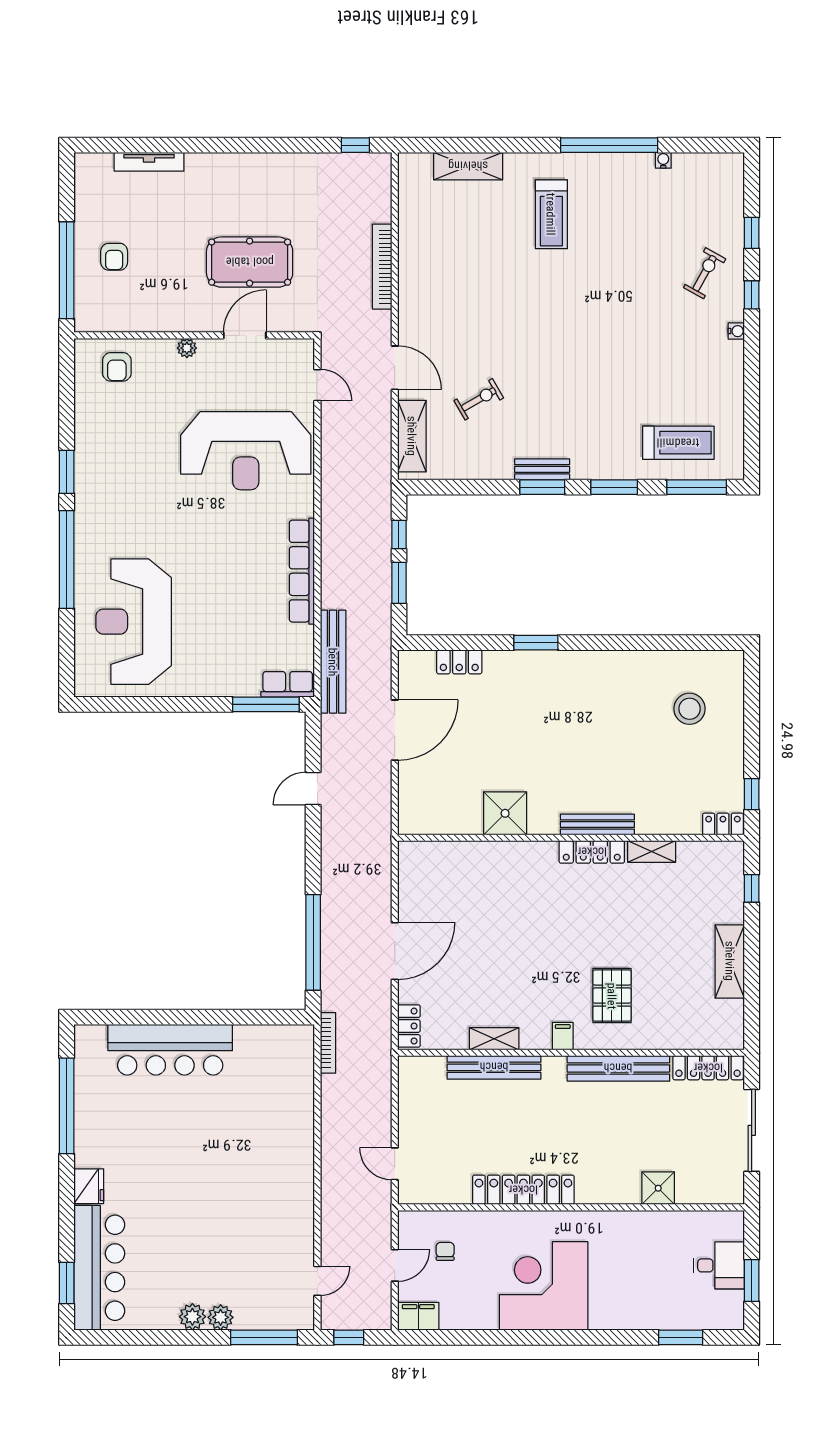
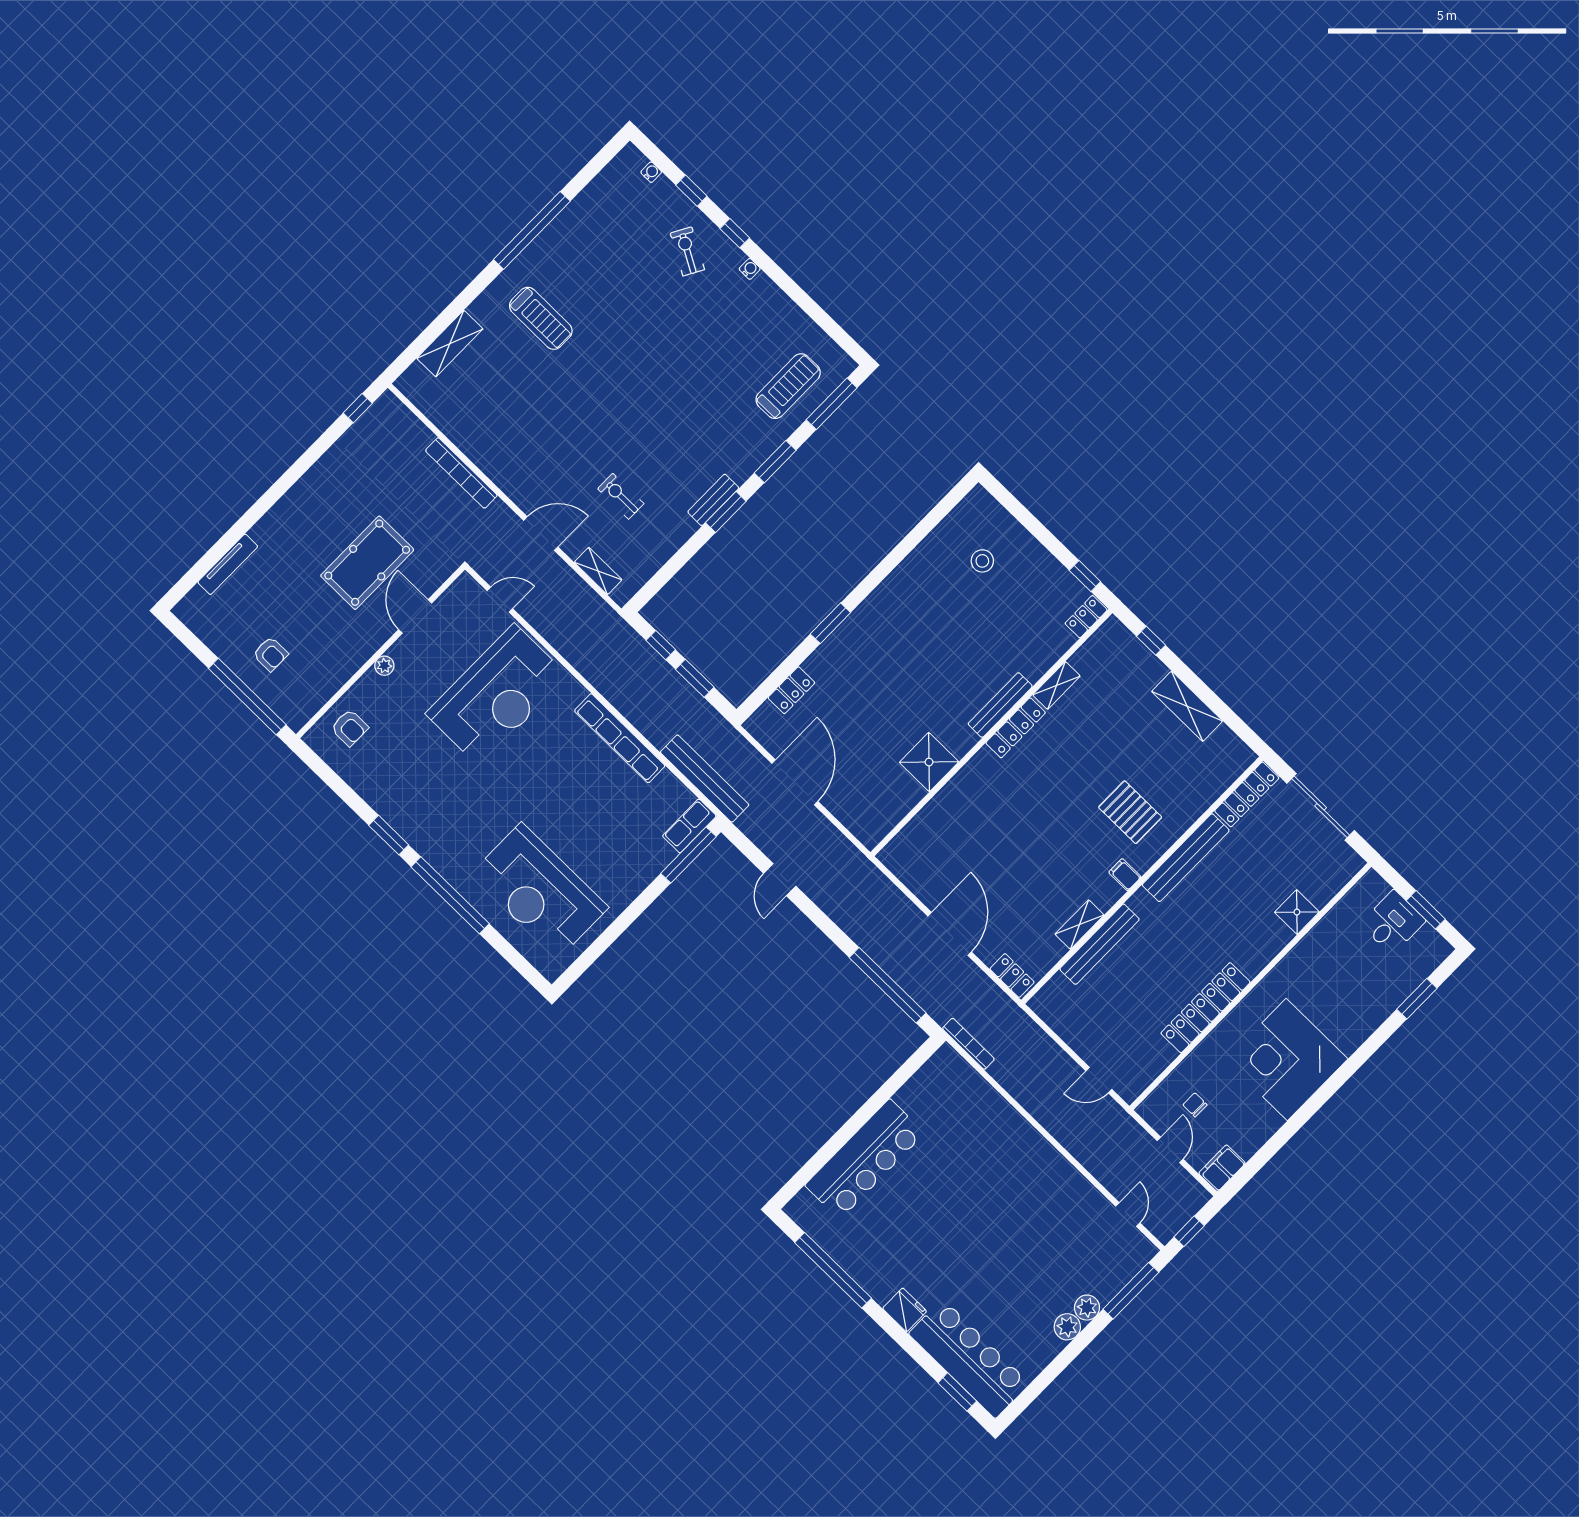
water cooler: (663, 160) -> (651, 172), moved, turned 90
exercise bike: (479, 399) -> (621, 496), turned -60
shelving: (412, 436) -> (598, 571), width x0.67, depth x0.75
stool: (690, 709) -> (982, 561), width x0.73, depth x0.73

